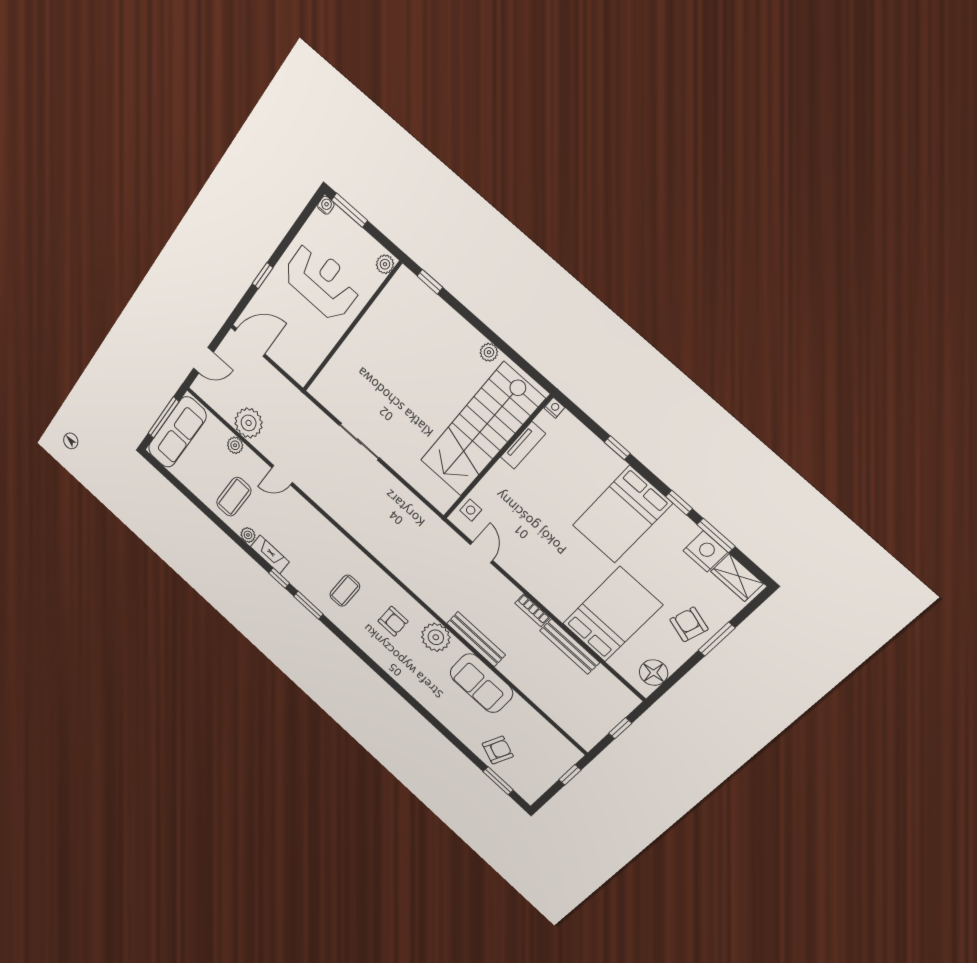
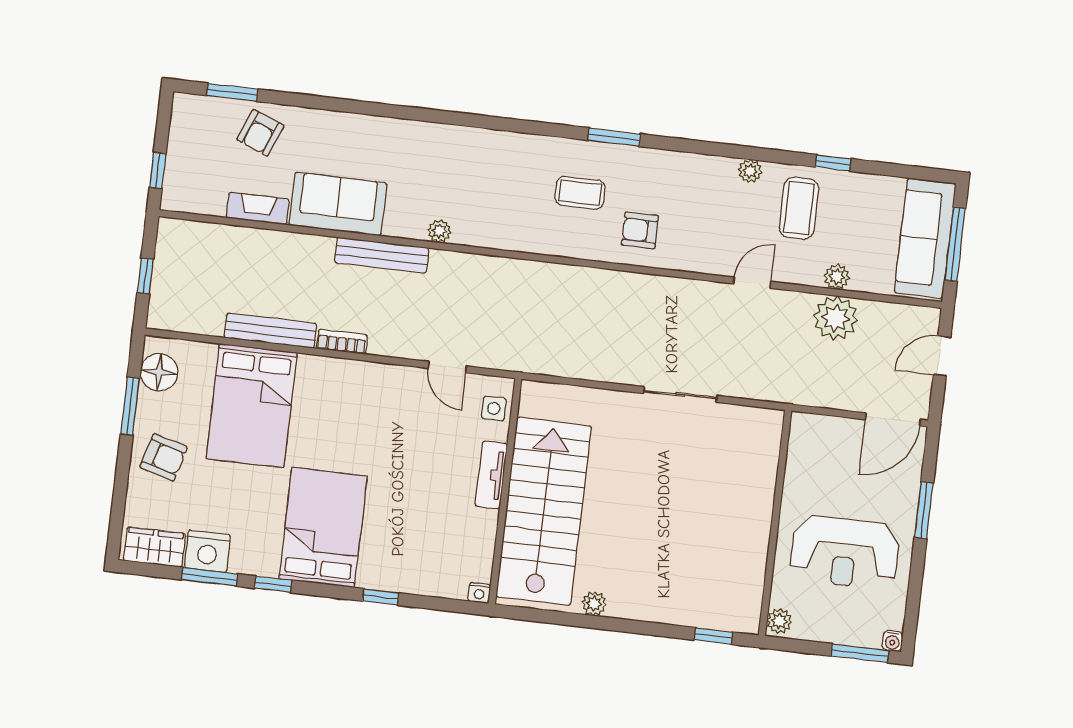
window: (263, 276) -> (924, 510), width x1.50
tv unit: (523, 445) -> (491, 475), moved
fireplace: (270, 554) -> (258, 209), moved, turned 180
window: (279, 578) -> (833, 163), moved
coffee table: (345, 591) -> (580, 193), turned 90
armchair: (393, 621) -> (640, 230), moved
plant: (436, 637) -> (439, 231), width x0.53, depth x0.53
window: (717, 639) -> (130, 406), moved

